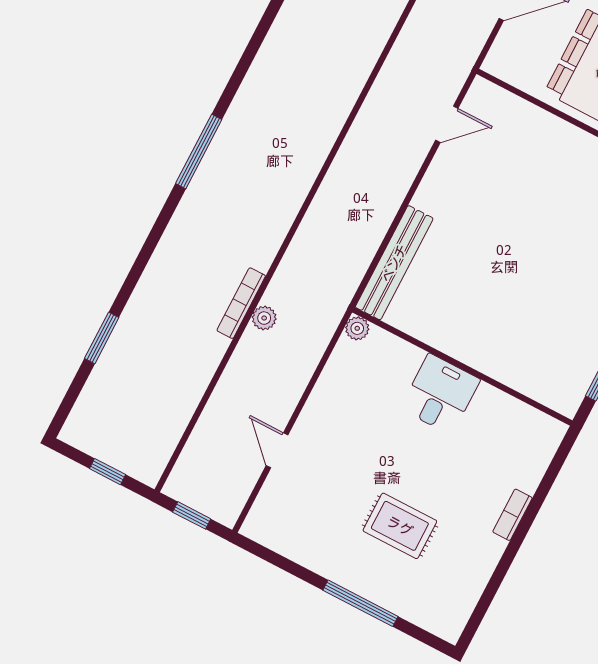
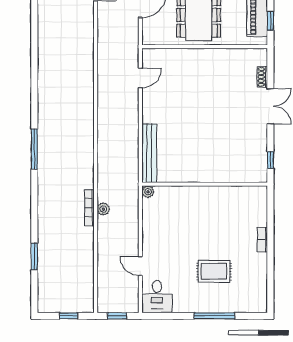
desk: (440, 394) -> (157, 296), moved, turned 180

